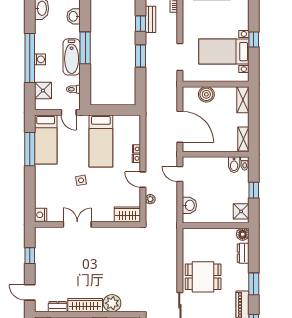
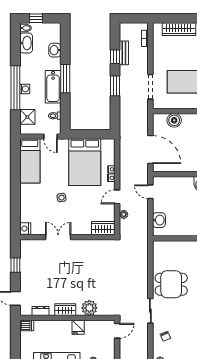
bed: (101, 141) -> (85, 162), width x1.50
window: (30, 149) -> (15, 169), removed
door: (143, 180) -> (117, 197), hinge flipped
wardrobe: (85, 305) -> (65, 310), width x0.67

